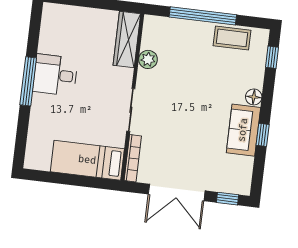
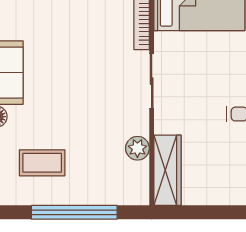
coffee table: (232, 38) -> (42, 163), moved

